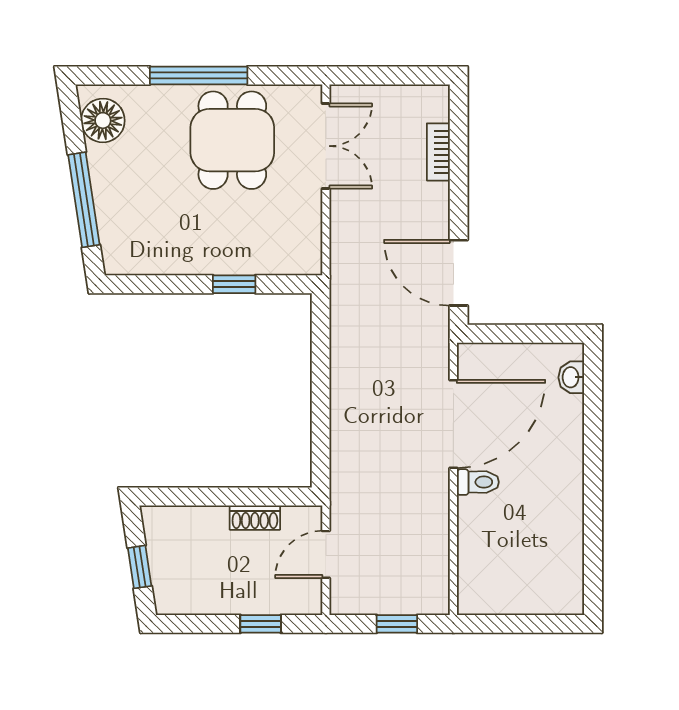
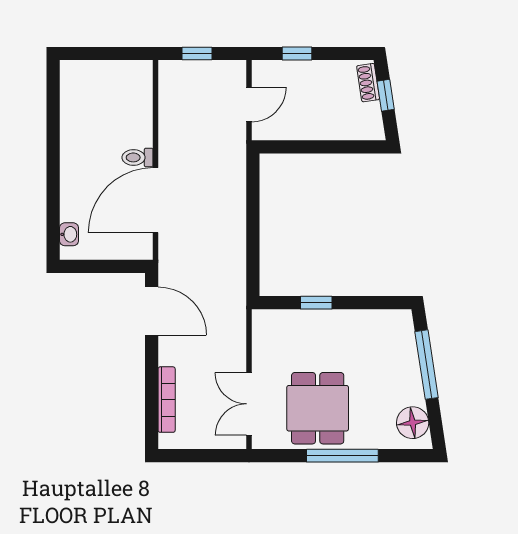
bookcase: (438, 152) -> (167, 400), width x1.56
shoe rack: (255, 518) -> (368, 83), moved, turned -99

